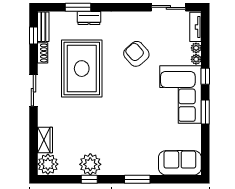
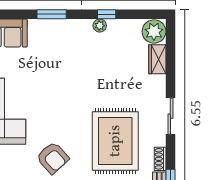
plant: (90, 164) -> (100, 26), width x0.53, depth x0.53

